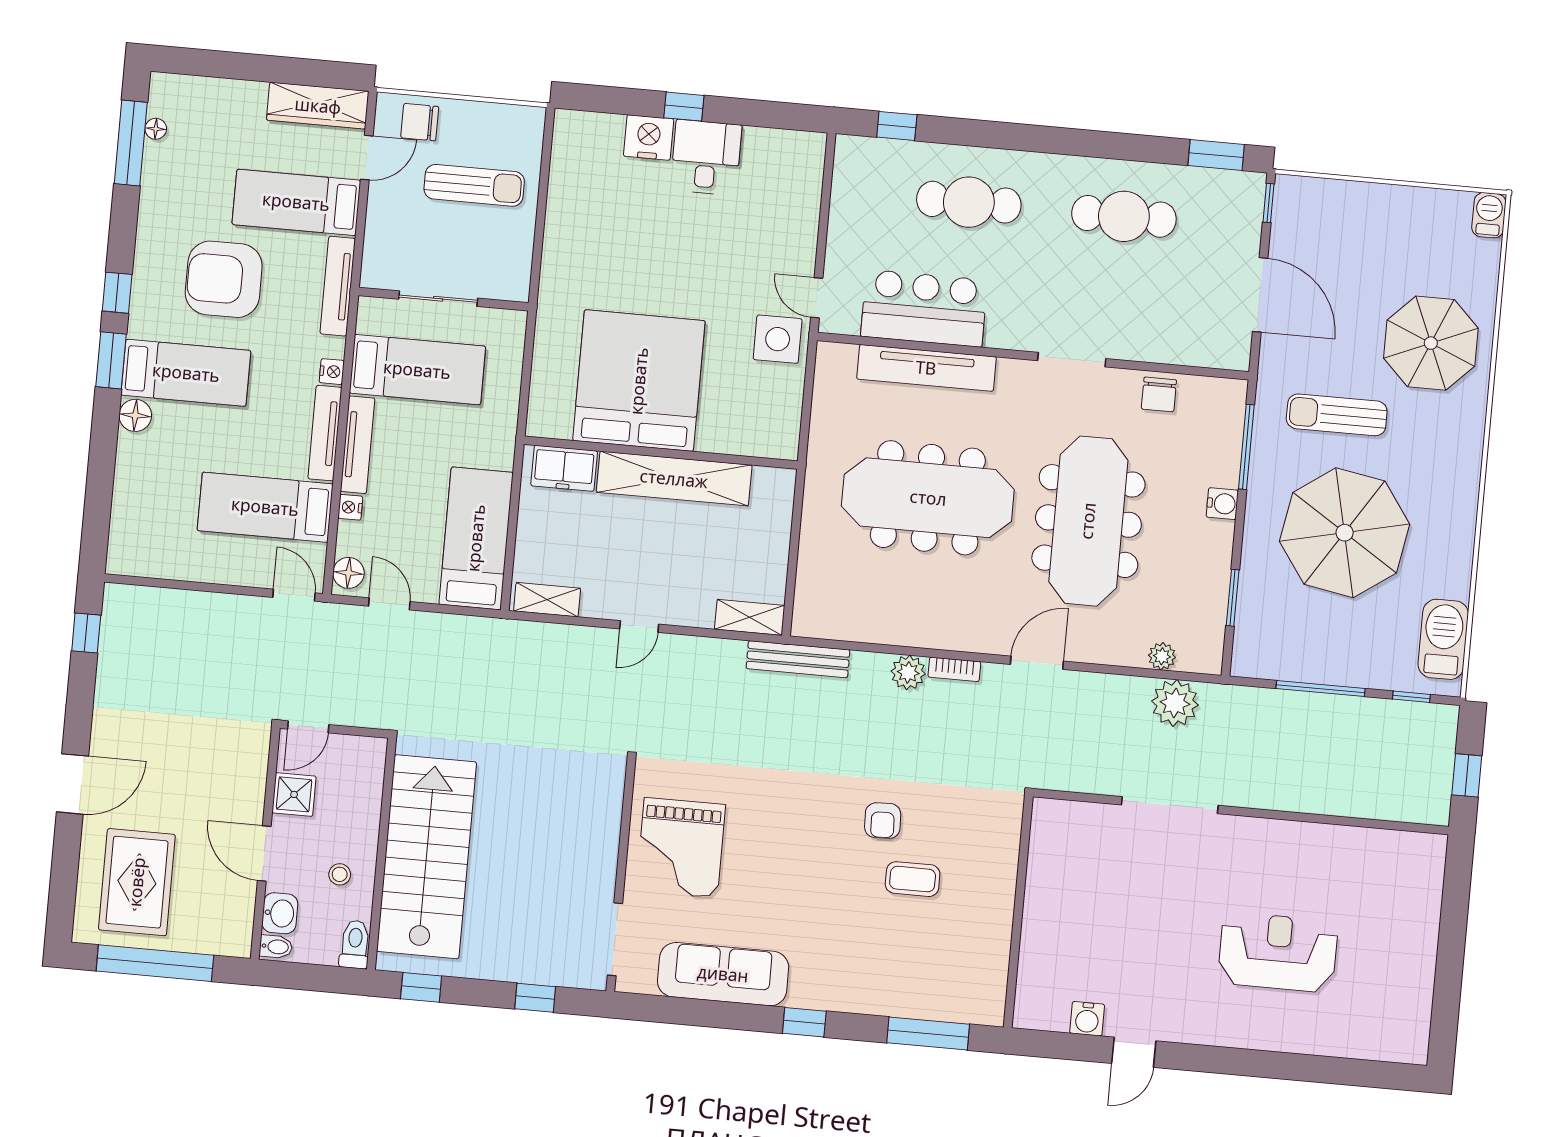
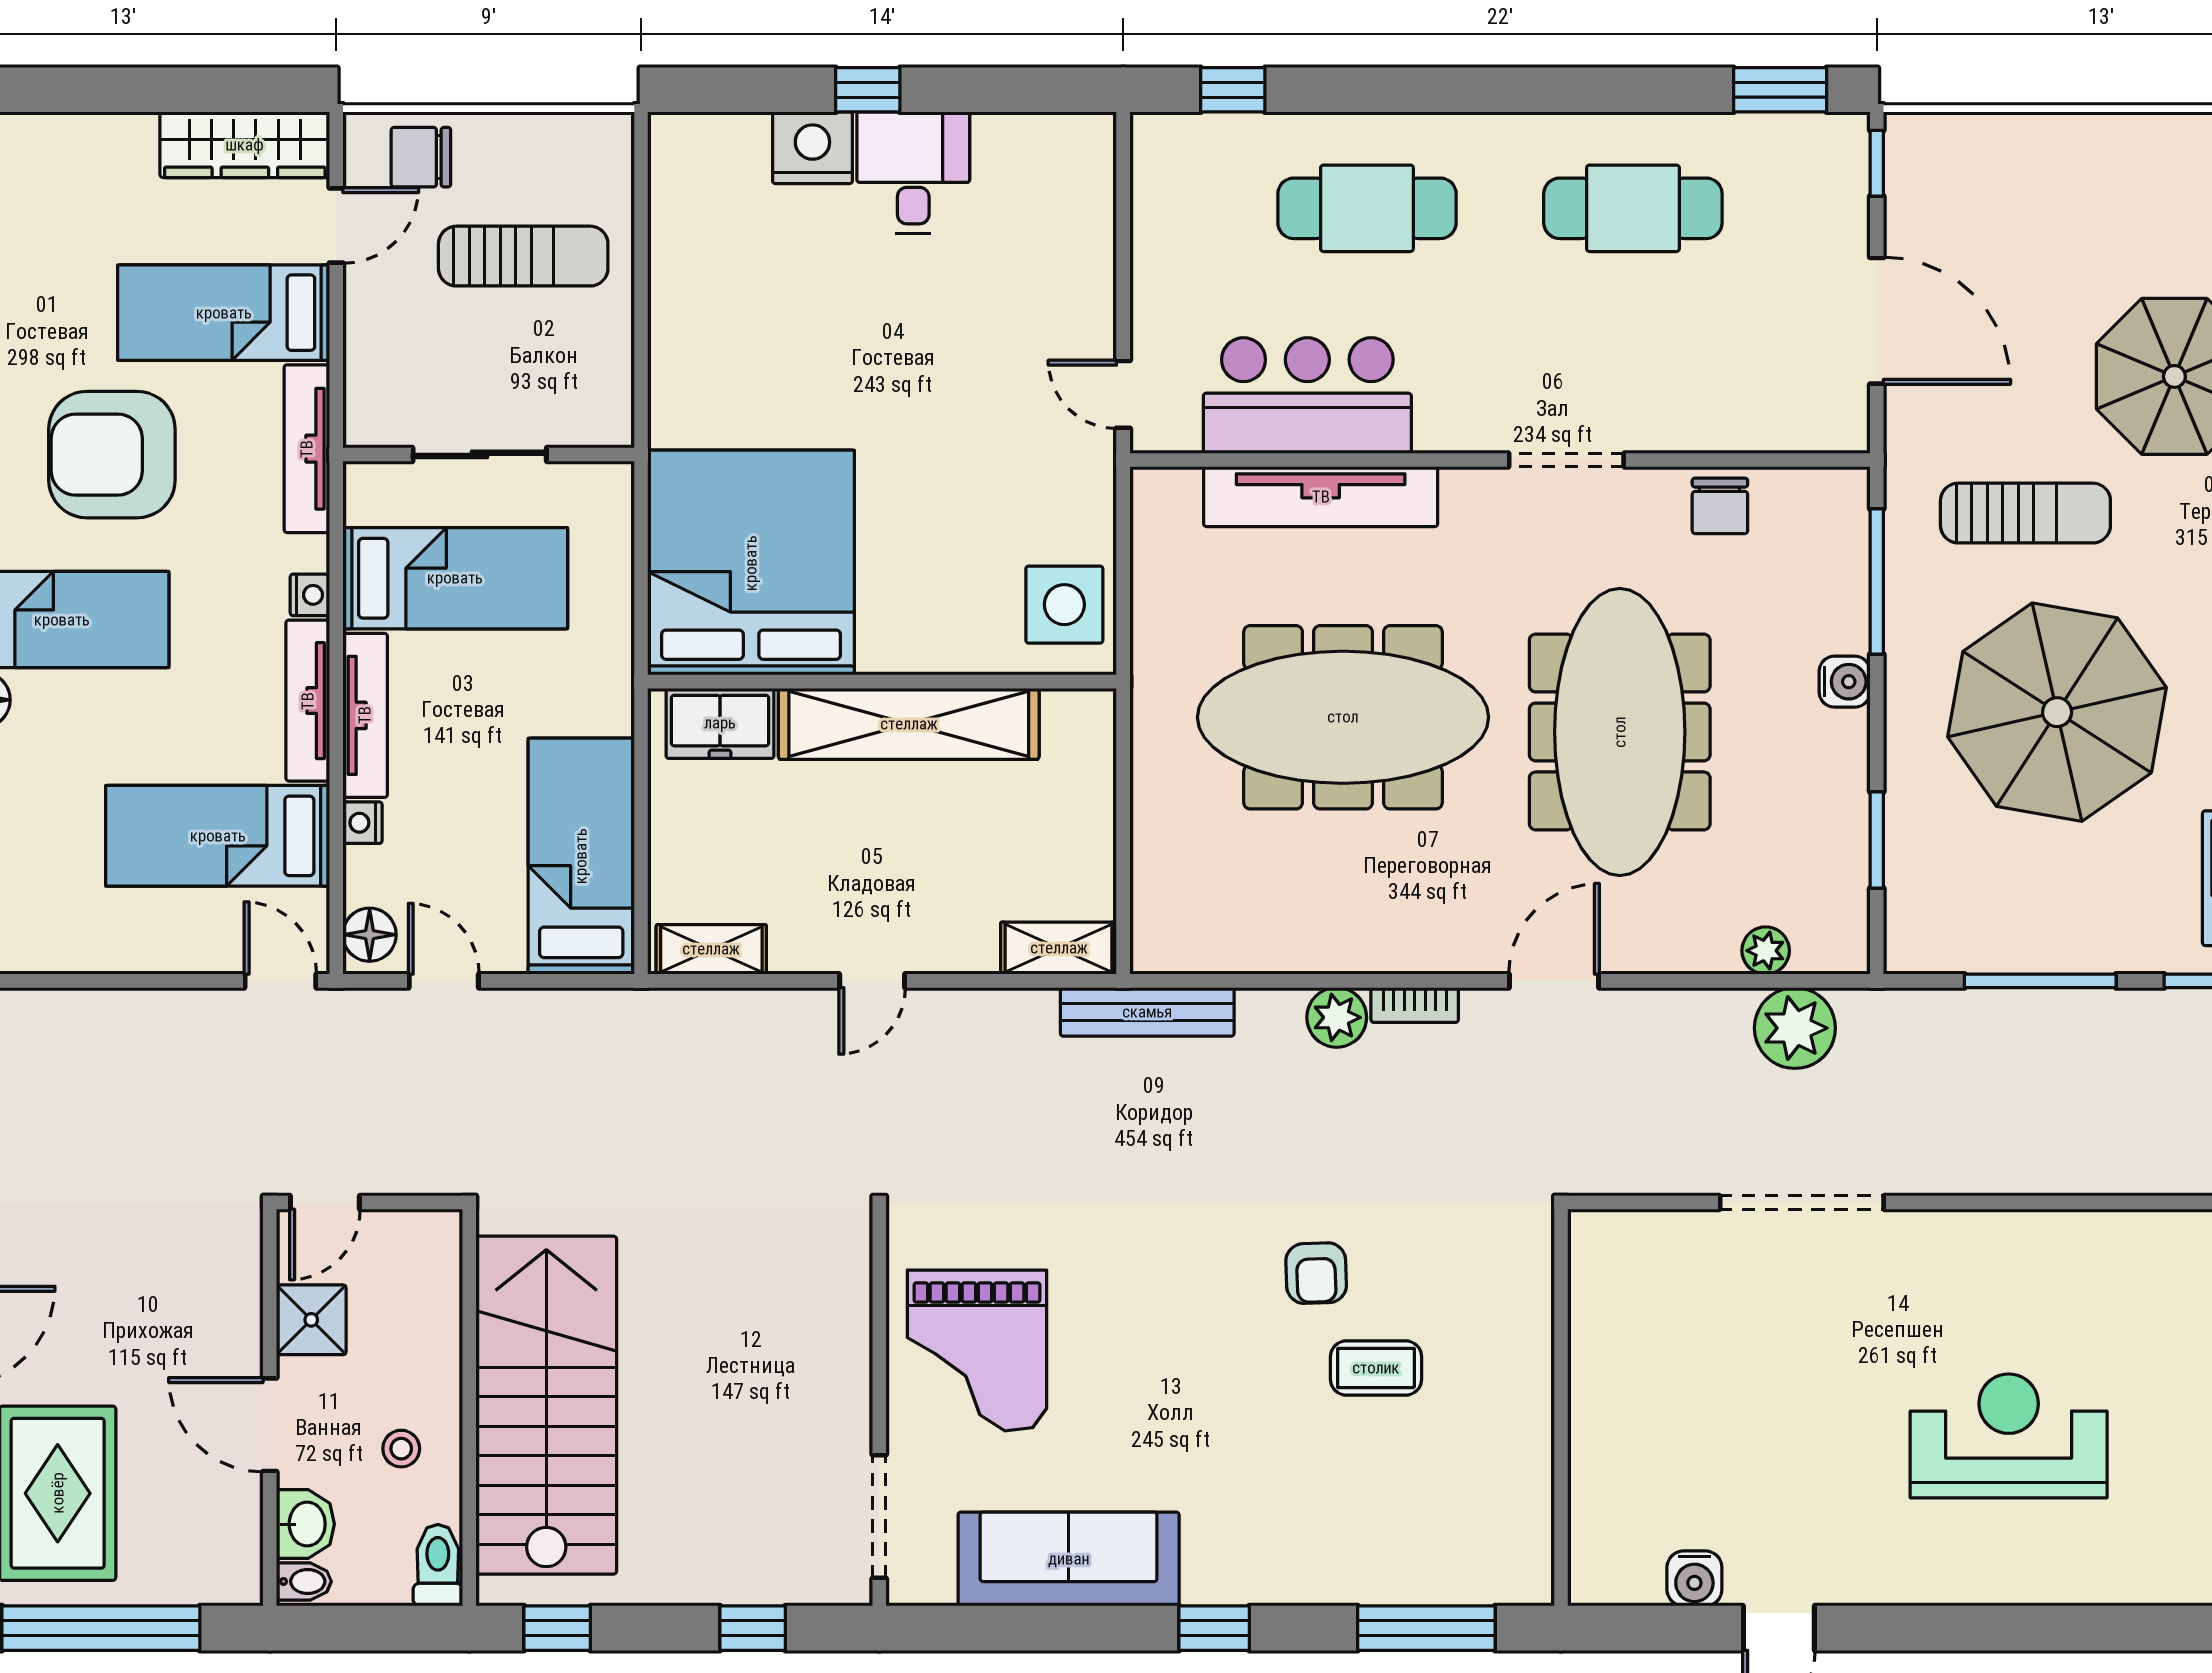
side table: (778, 339) -> (1064, 605), moved
bed: (639, 381) -> (751, 563), moved
sun lounger: (1337, 415) -> (2025, 513), turned 180

